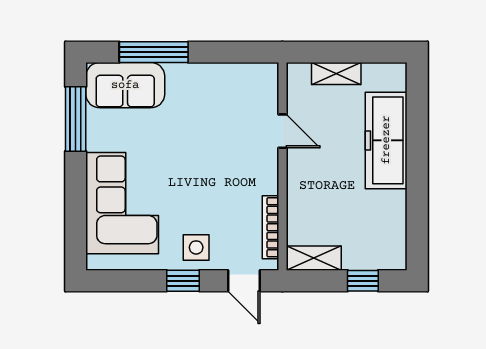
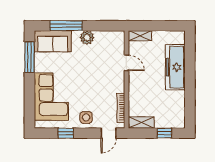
shelving: (336, 73) -> (140, 36), moved
plant: (198, 77) -> (87, 38), added
window: (183, 281) -> (66, 133), moved
door: (244, 281) -> (109, 133), hinge flipped

